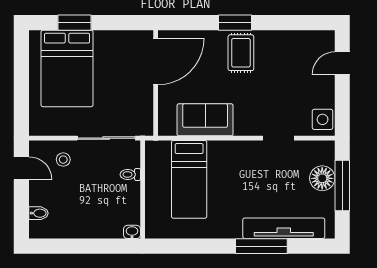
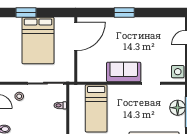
rug: (241, 53) -> (128, 31), removed
bed: (67, 68) -> (38, 41), moved
sofa: (205, 120) -> (124, 72), moved

